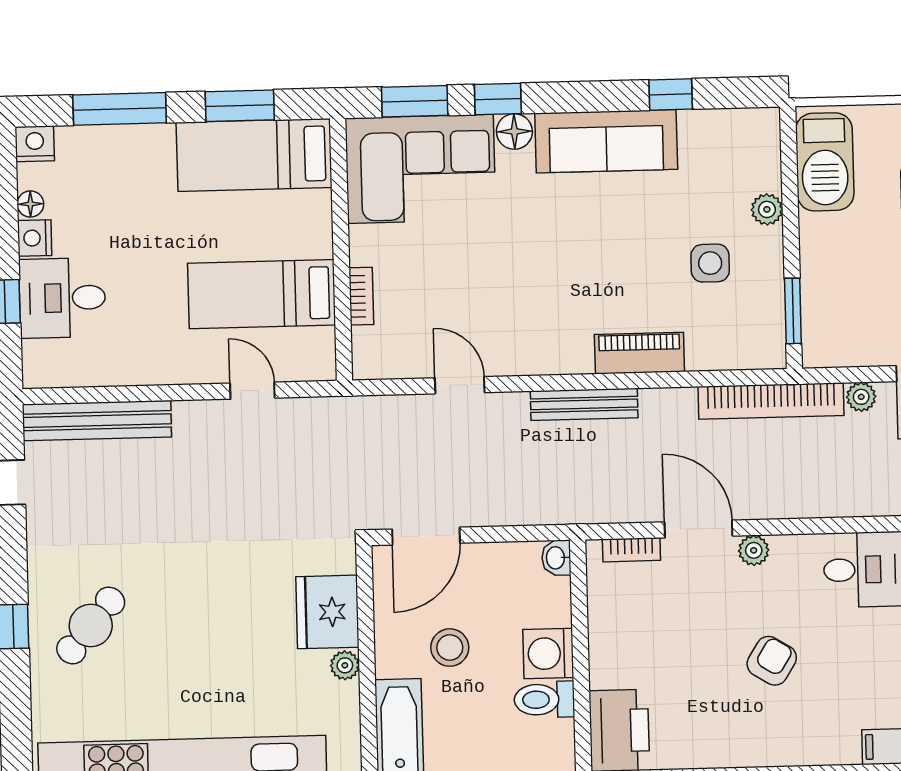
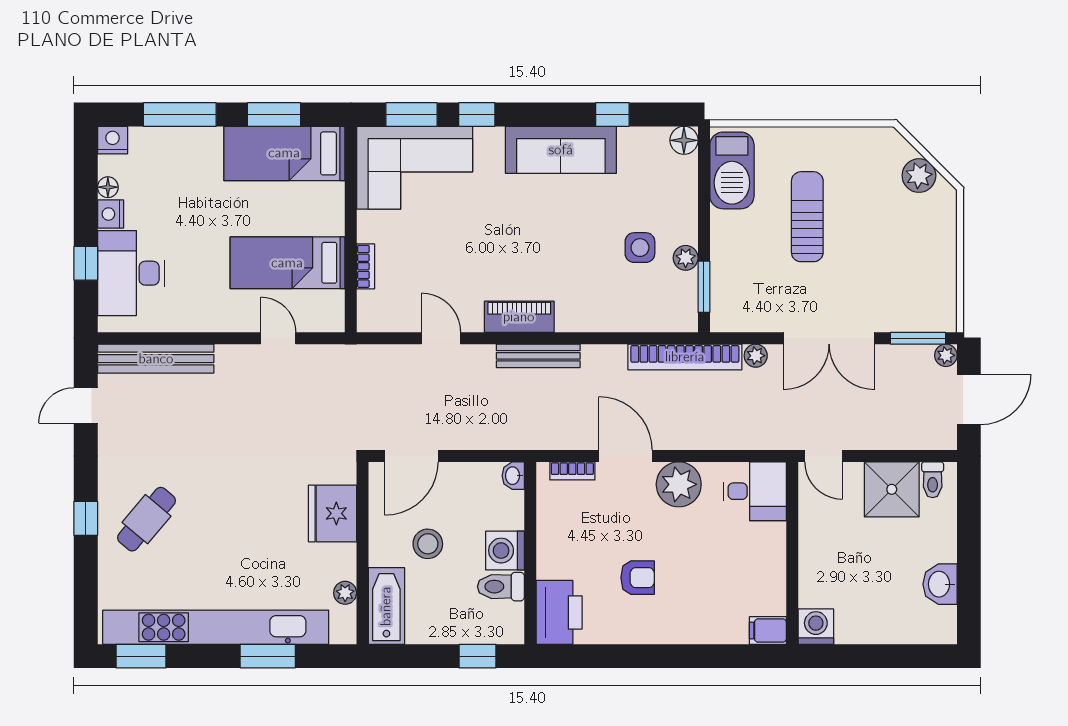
floor lamp: (514, 131) -> (684, 140), moved
plant: (767, 209) -> (686, 258), moved
desk: (62, 298) -> (131, 273), width x1.37
piano: (639, 353) -> (519, 317), moved
plant: (754, 550) -> (679, 484), width x1.87, depth x1.87
armchair: (772, 661) -> (638, 578), moved, turned 58
plant: (345, 665) -> (345, 593), moved

